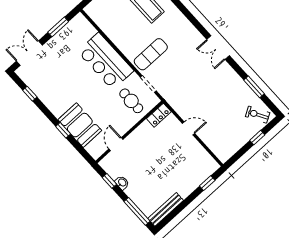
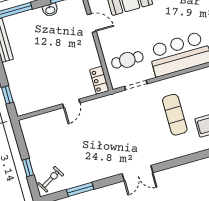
double door: (218, 47) -> (137, 173), swing flipped
exercise mat: (151, 54) -> (175, 115), moved

